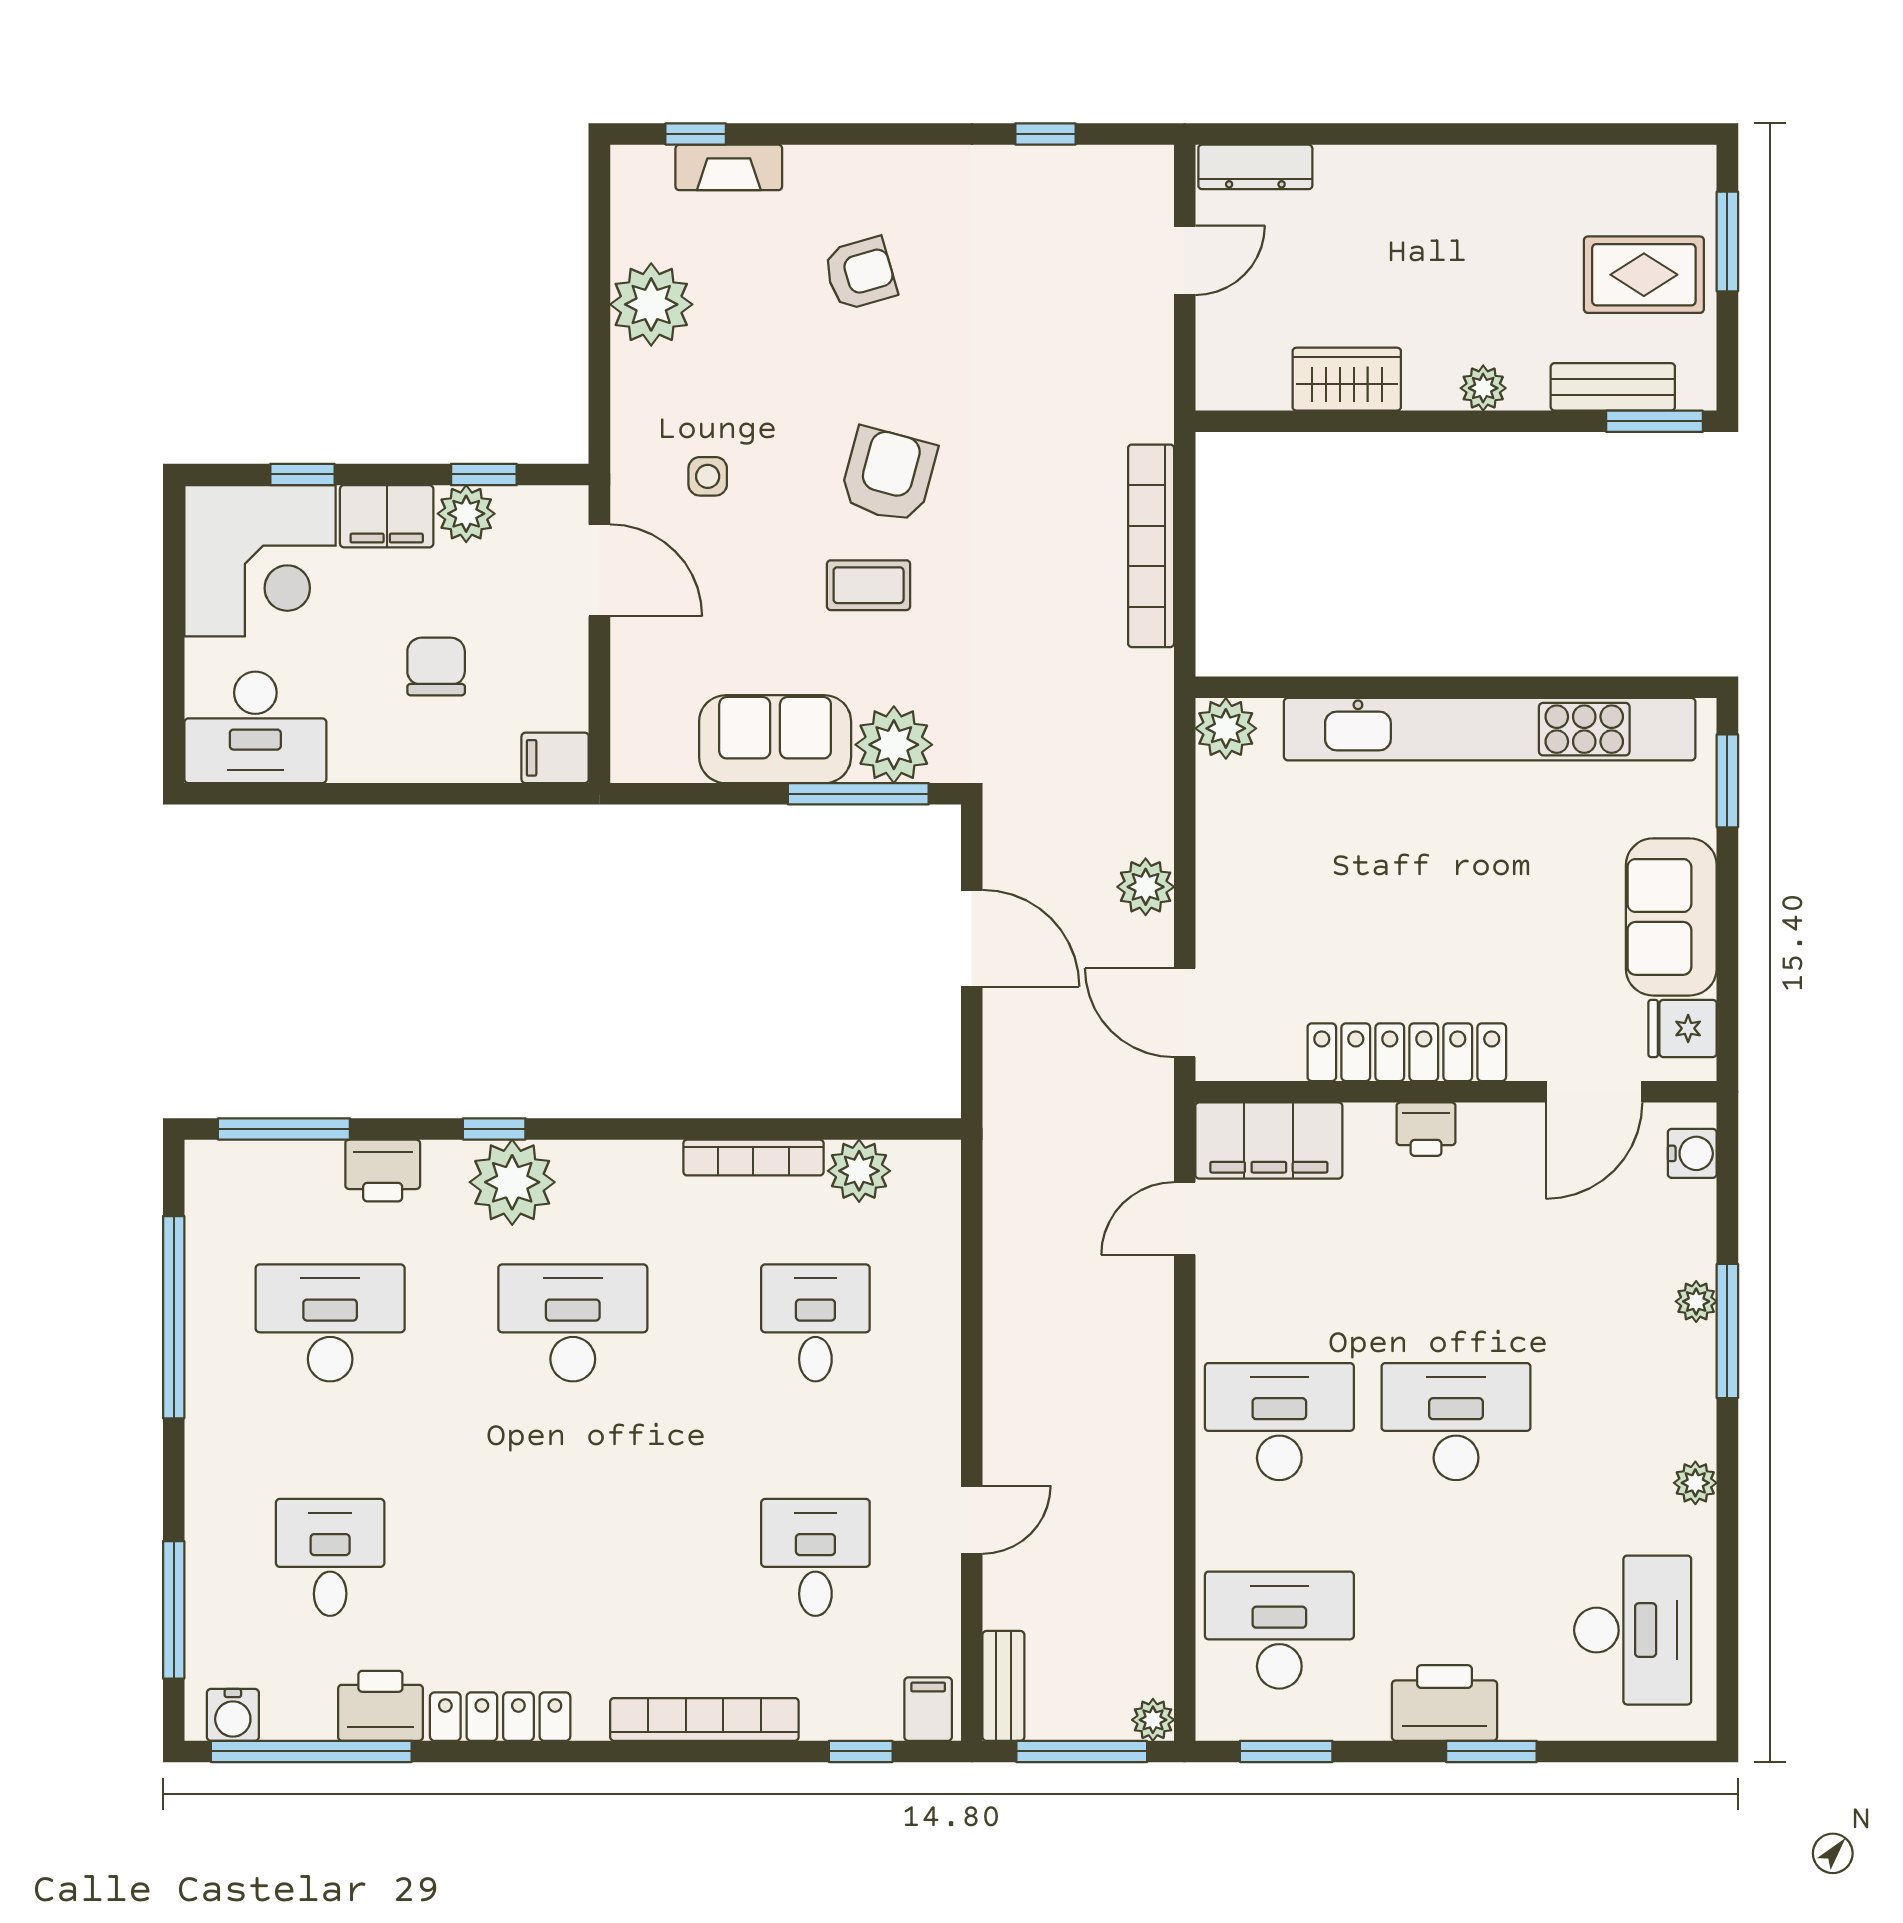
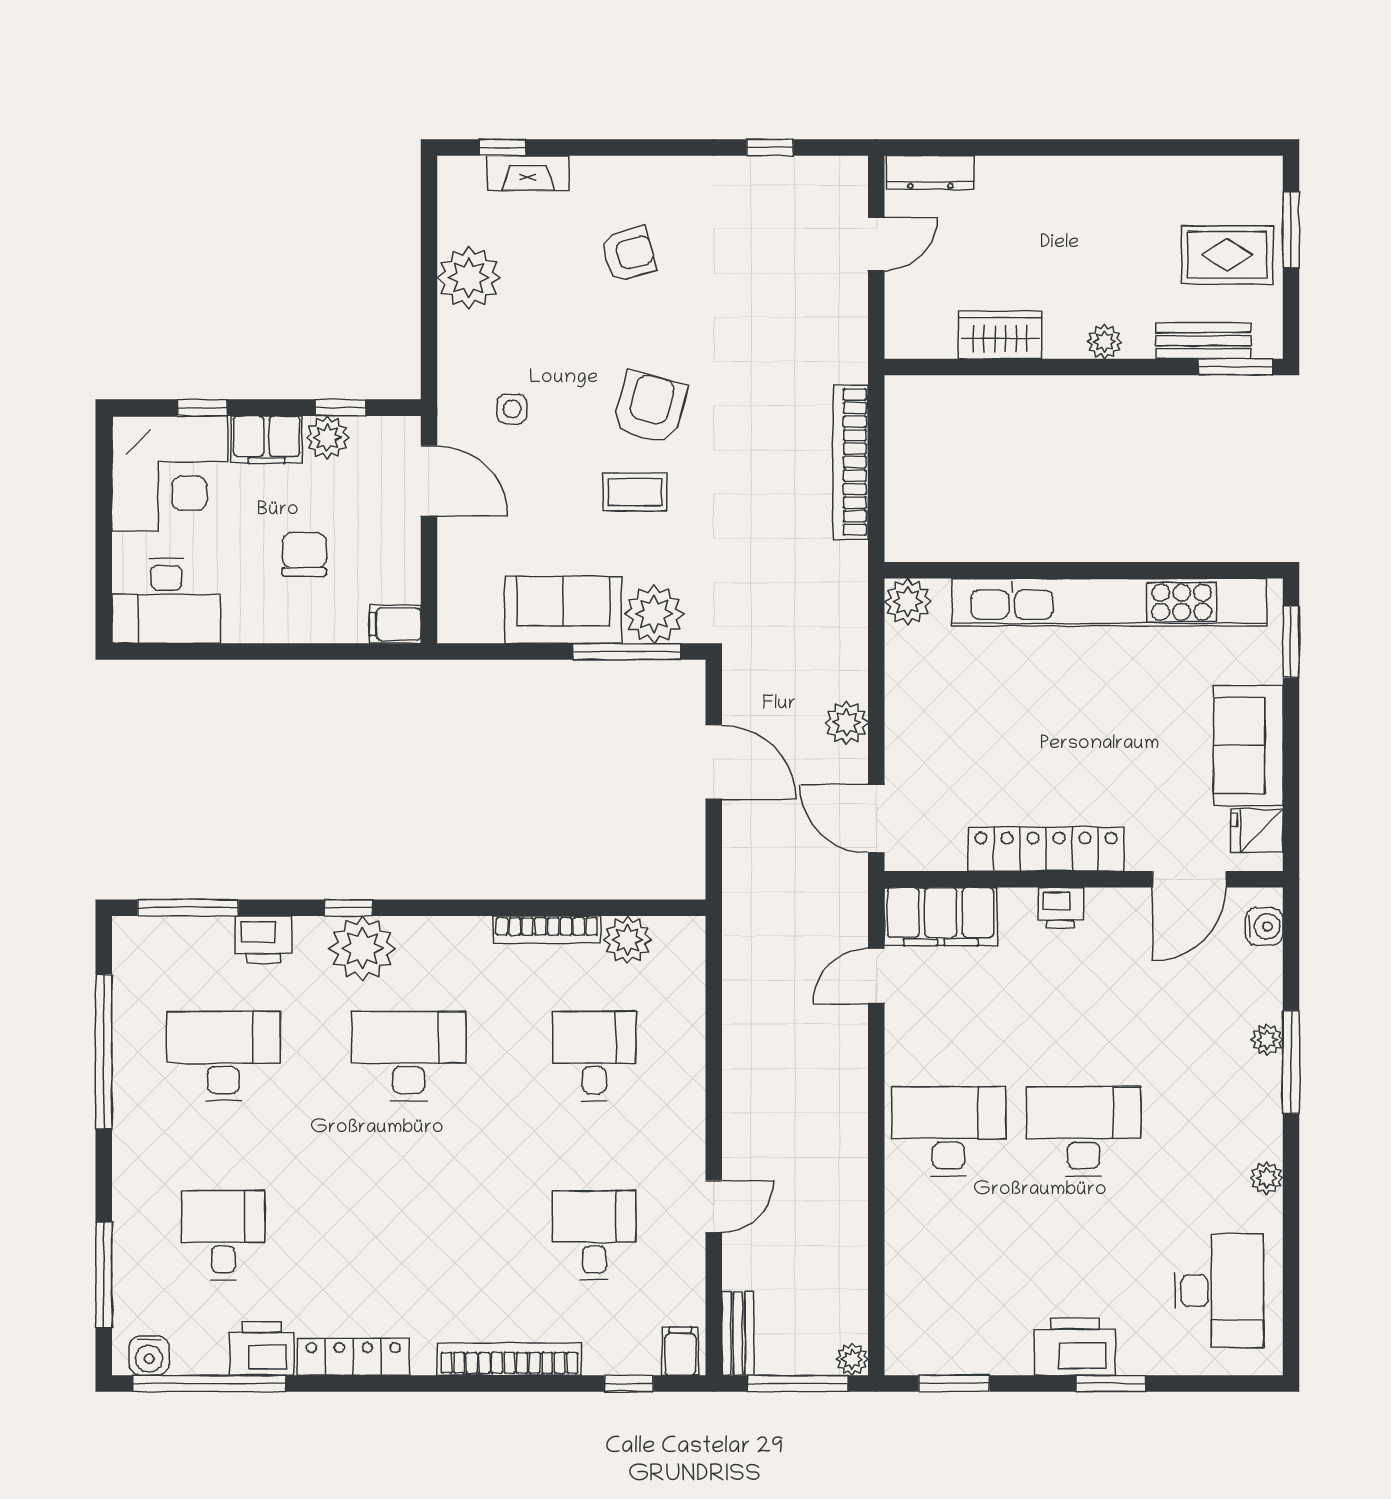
desk: (1279, 1630) -> (949, 1291), removed

